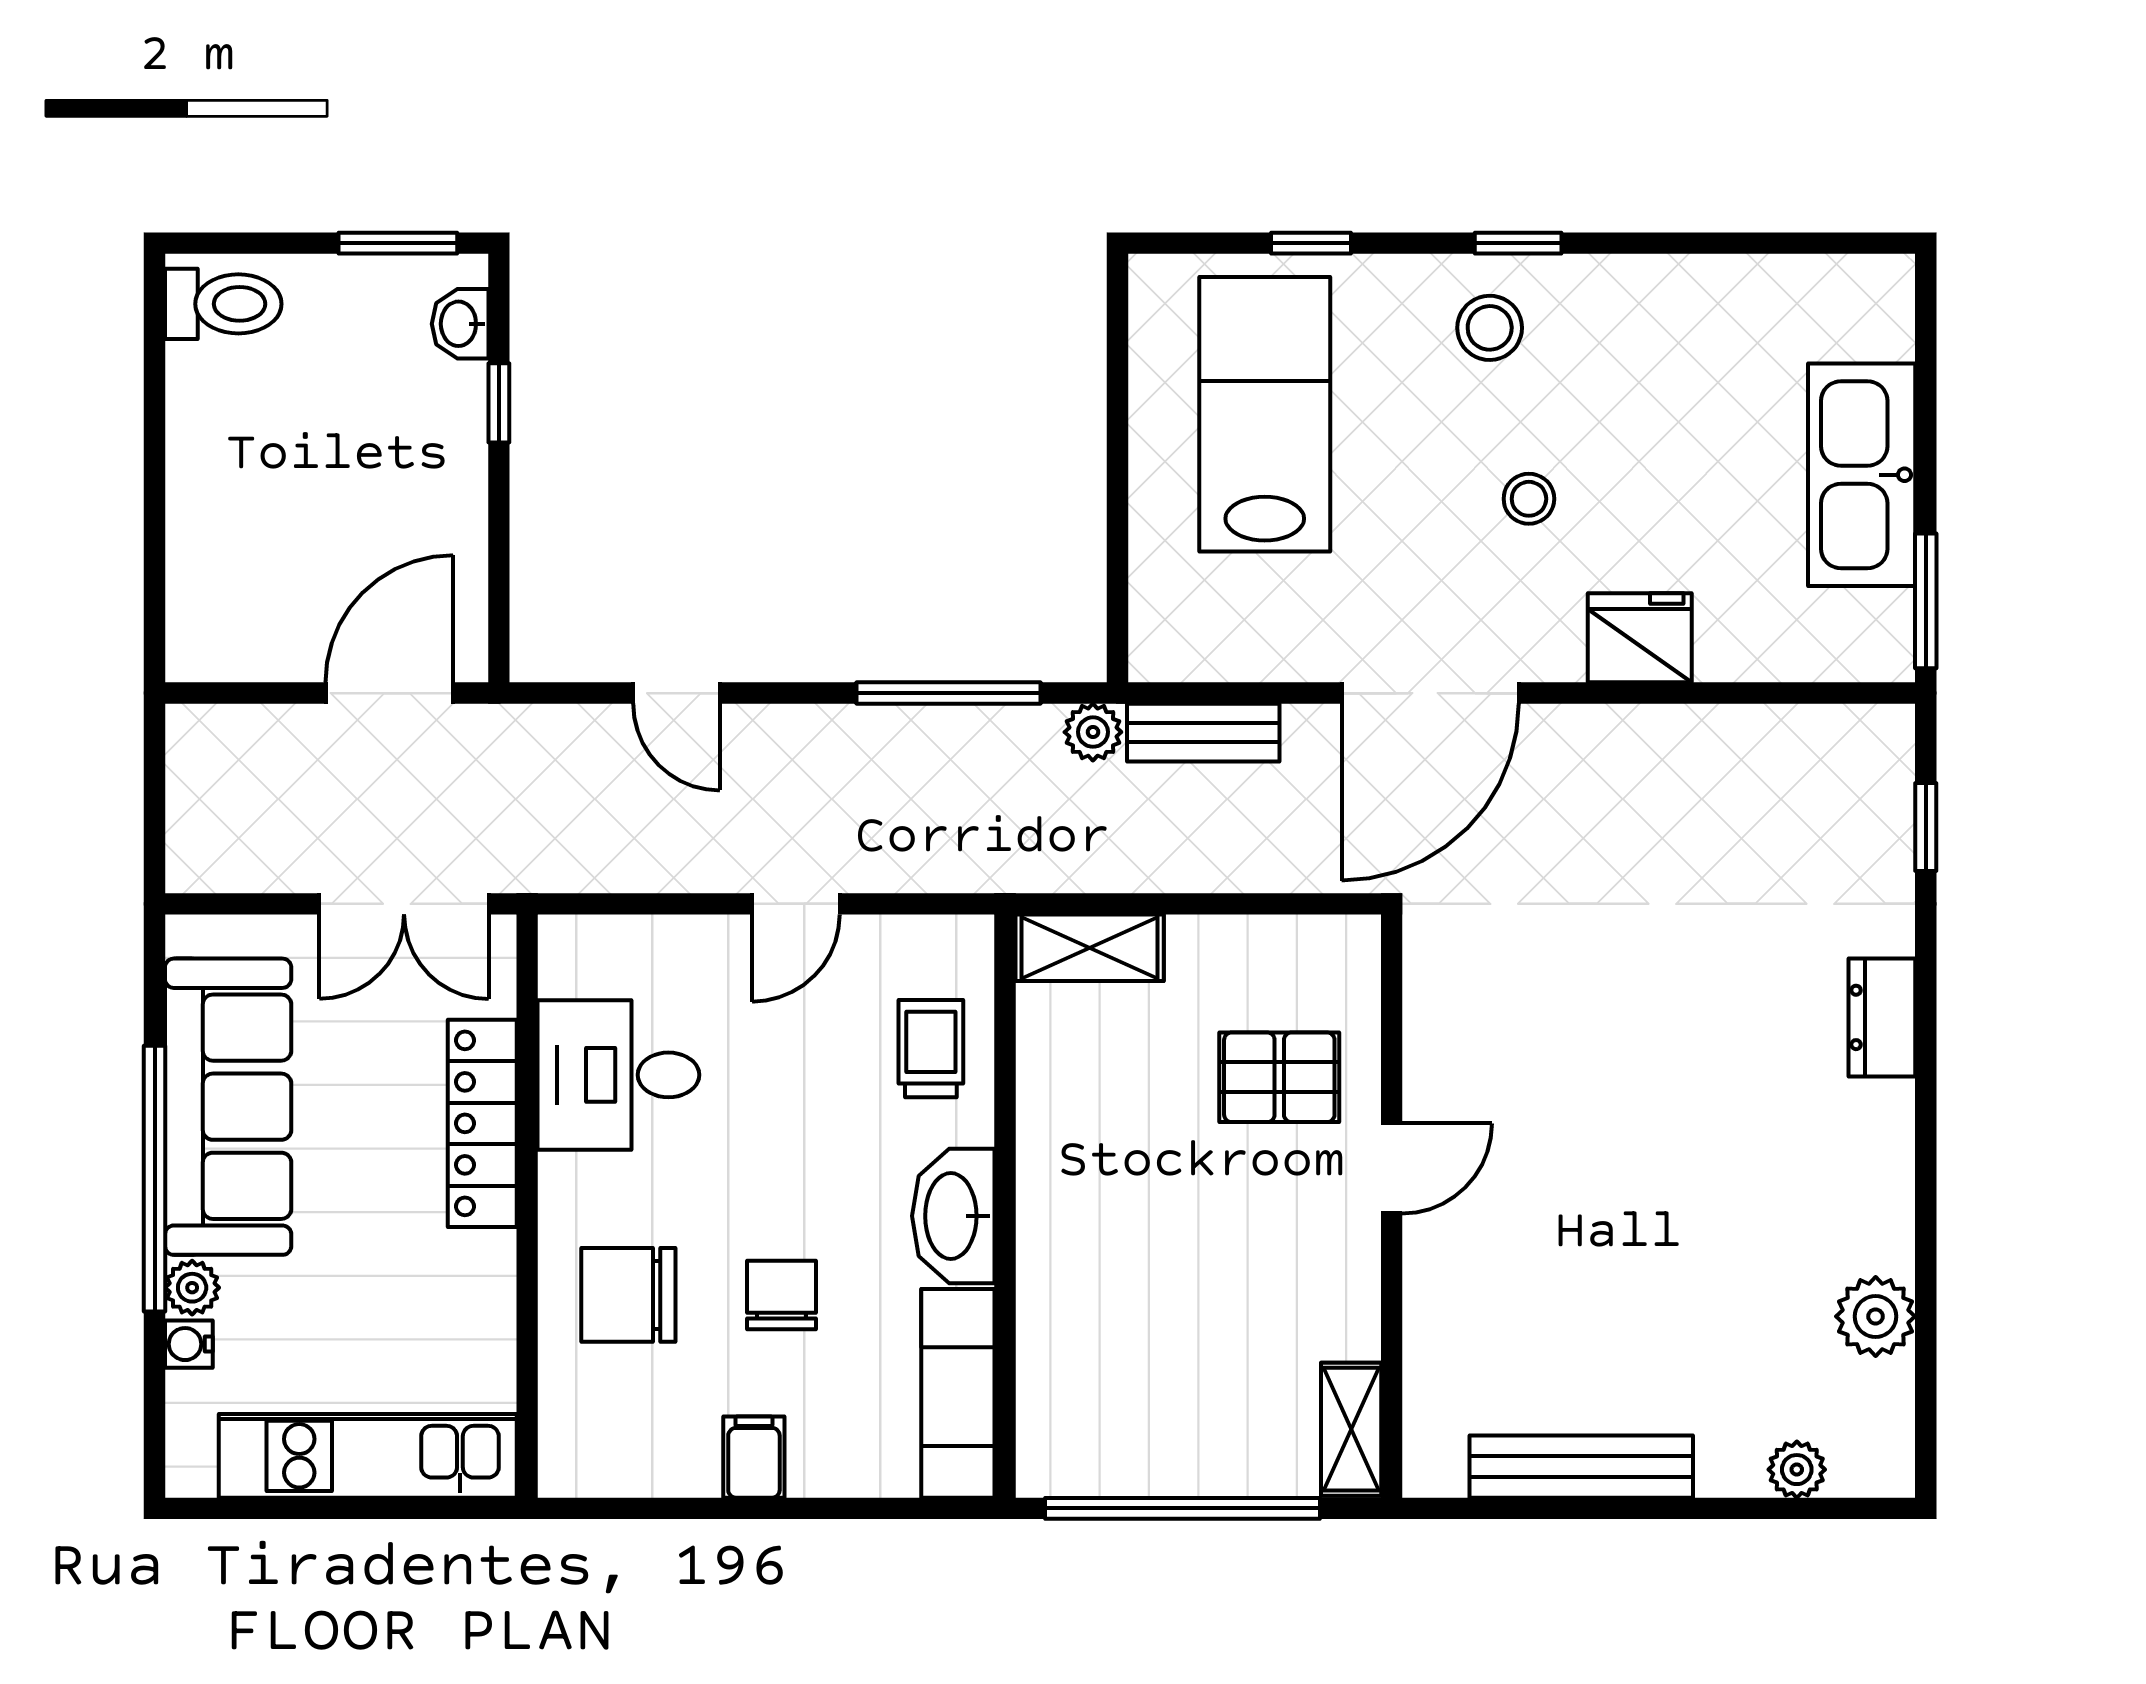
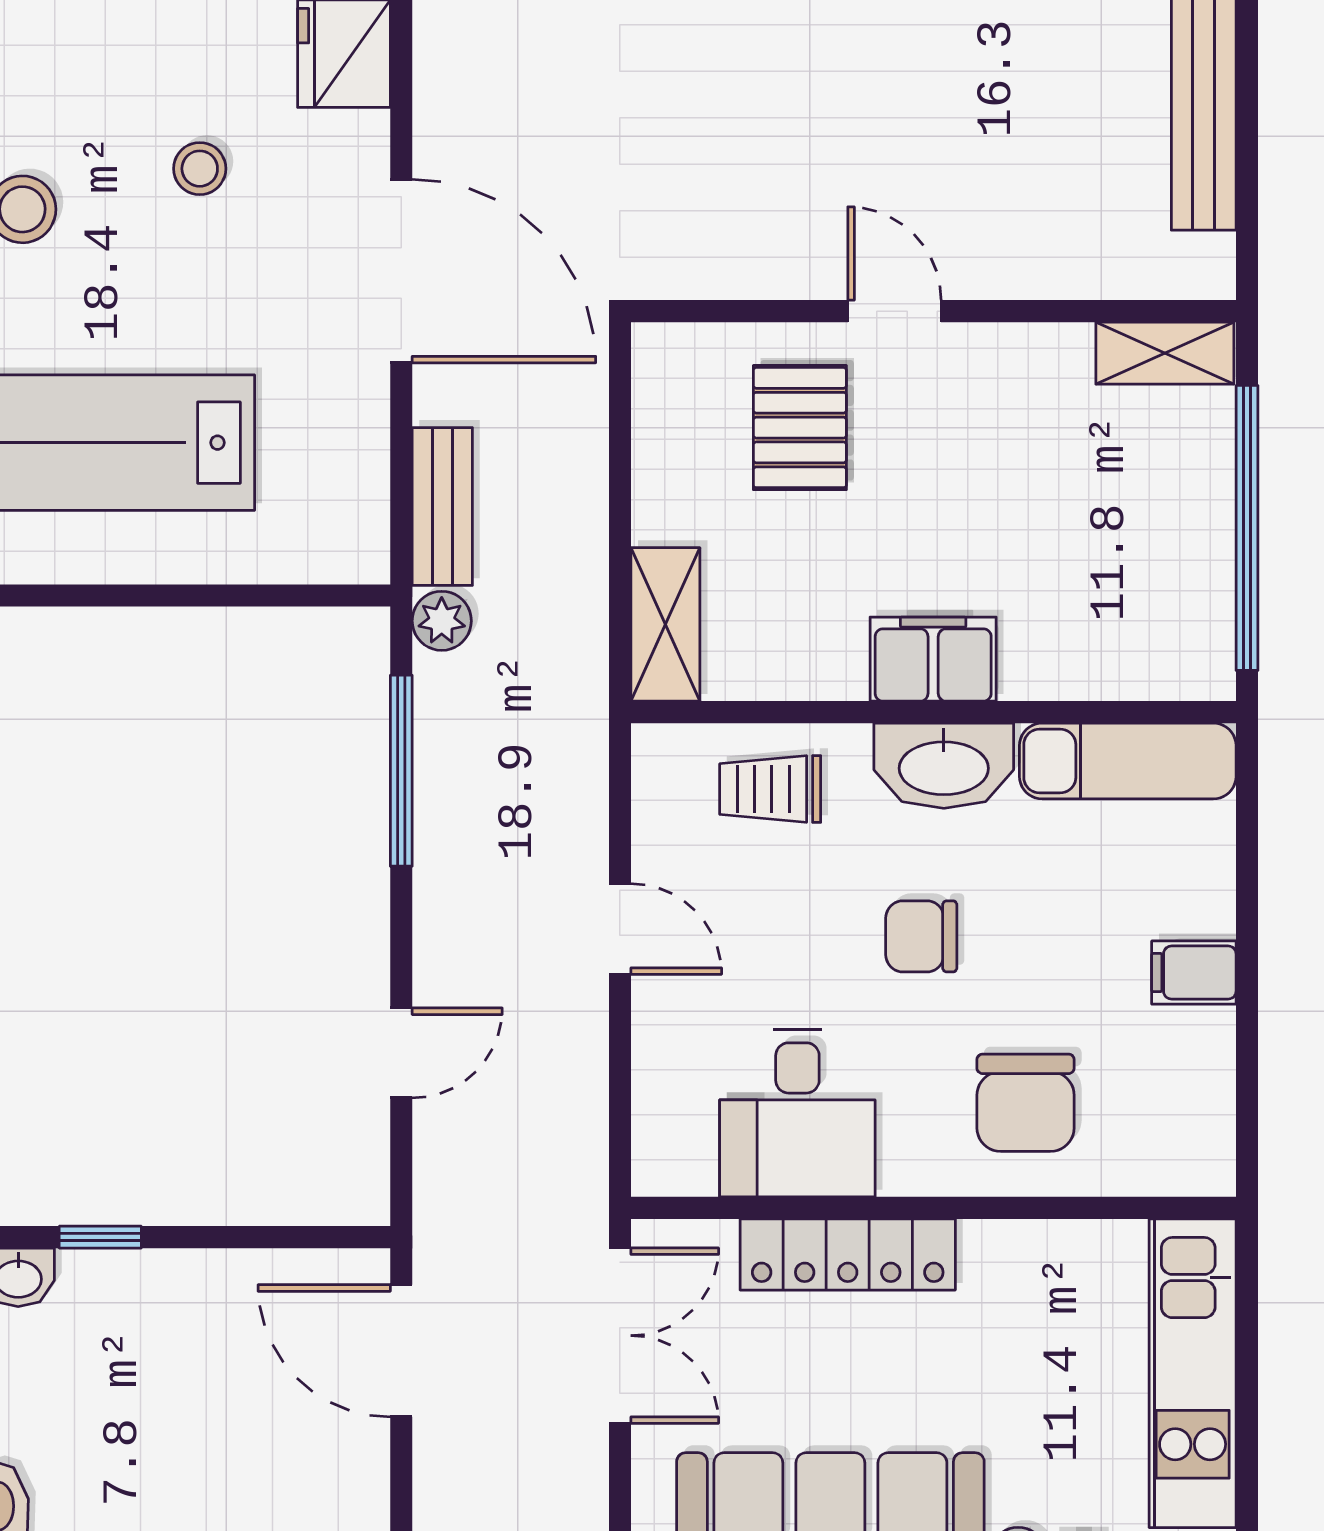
filing cabinet: (1056, 1206) -> (933, 659), added
chair: (782, 1295) -> (921, 936), moved

